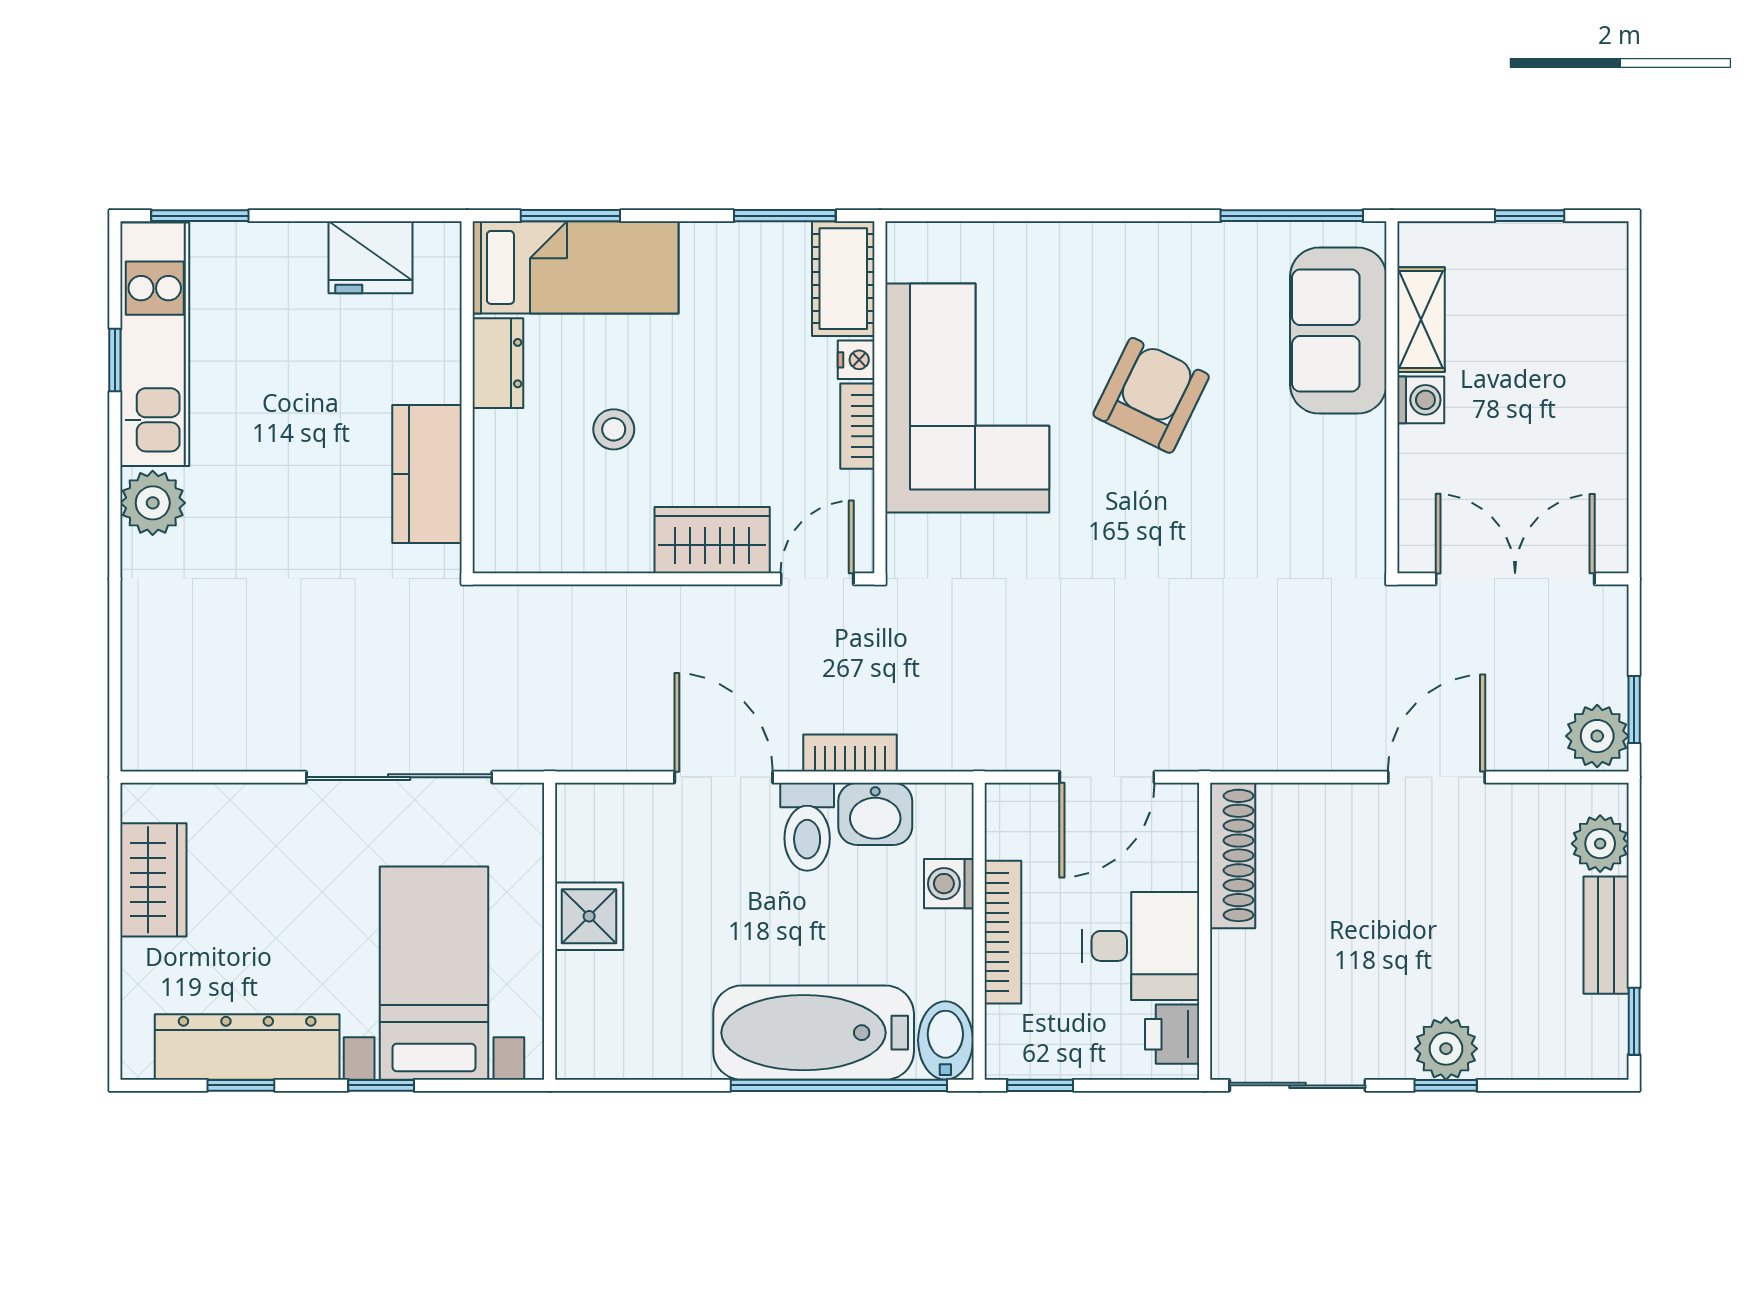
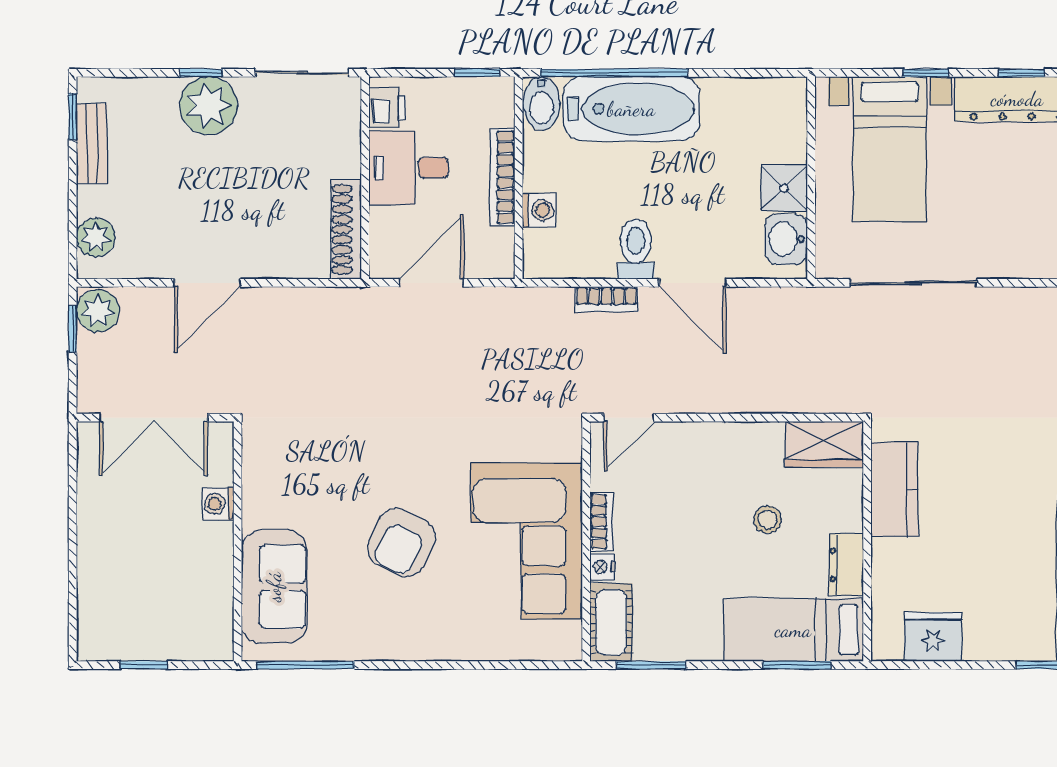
shelving: (1421, 320) -> (218, 594), removed
washing machine: (1421, 400) -> (218, 504), moved
wardrobe: (712, 540) -> (824, 444), moved
washbasin: (875, 814) -> (786, 239), moved, turned -90
bench: (1606, 935) -> (92, 143), moved
plant: (1446, 1049) -> (208, 106), width x1.36, depth x1.36

